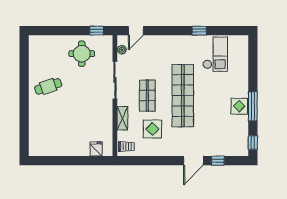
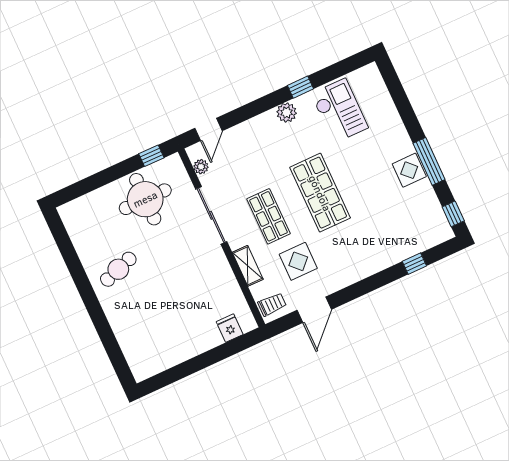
plant: (185, 41) -> (287, 112), added
round table: (82, 54) -> (145, 199), width x1.36, depth x1.36
shop shelf: (183, 96) -> (320, 193), width x0.71
door: (193, 161) -> (314, 310), moved

